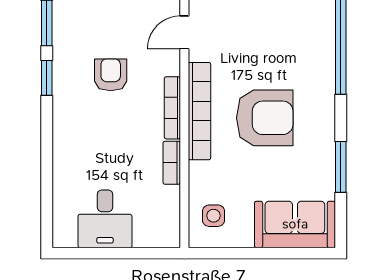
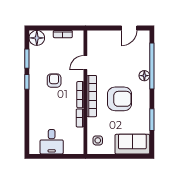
floor lamp: (323, 63) -> (144, 76), added

